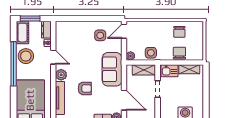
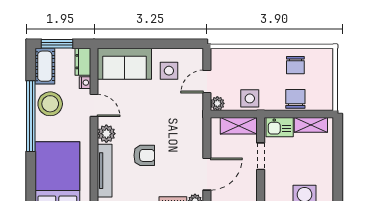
door: (124, 31) -> (207, 82), moved
sofa: (112, 69) -> (124, 64), moved, turned -90
door: (124, 100) -> (207, 174), hinge flipped

